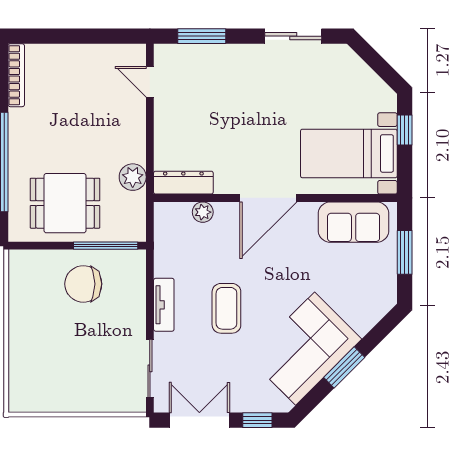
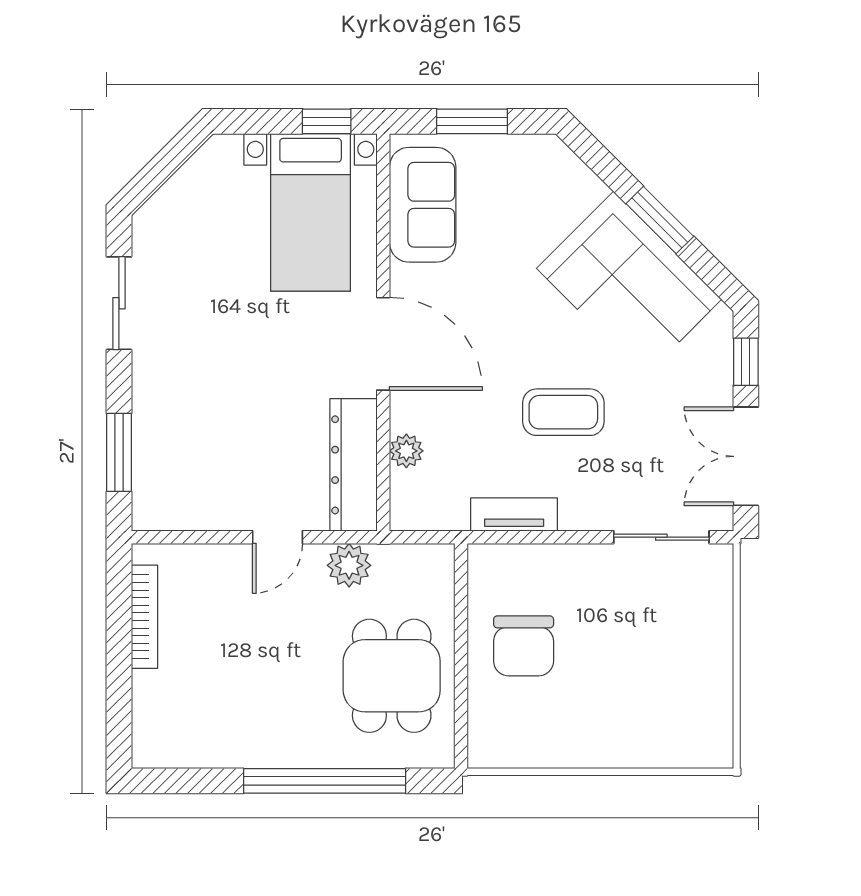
bookcase: (16, 75) -> (144, 617), moved, turned 90
door: (150, 82) -> (278, 537), moved
window: (405, 130) -> (327, 121), moved
dresser: (183, 183) -> (353, 465), width x1.37, depth x1.24
window: (106, 246) -> (461, 609), removed
tv unit: (164, 305) -> (514, 514), moved

